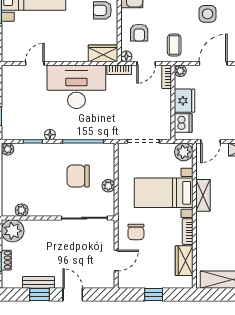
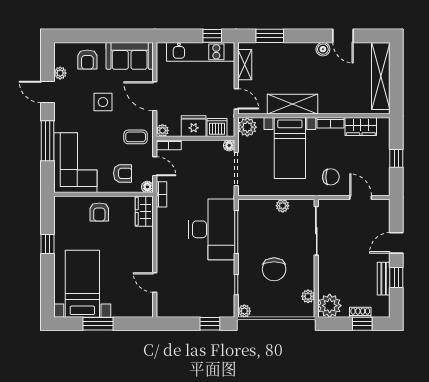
desk: (76, 87) -> (212, 229), moved, turned 180
floor lamp: (50, 135) -> (229, 145), moved
chair: (78, 176) -> (274, 269), moved
shelving: (203, 195) -> (292, 104), width x1.50, depth x1.33

